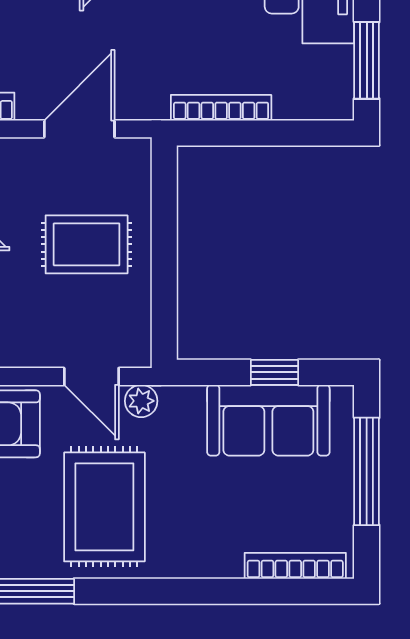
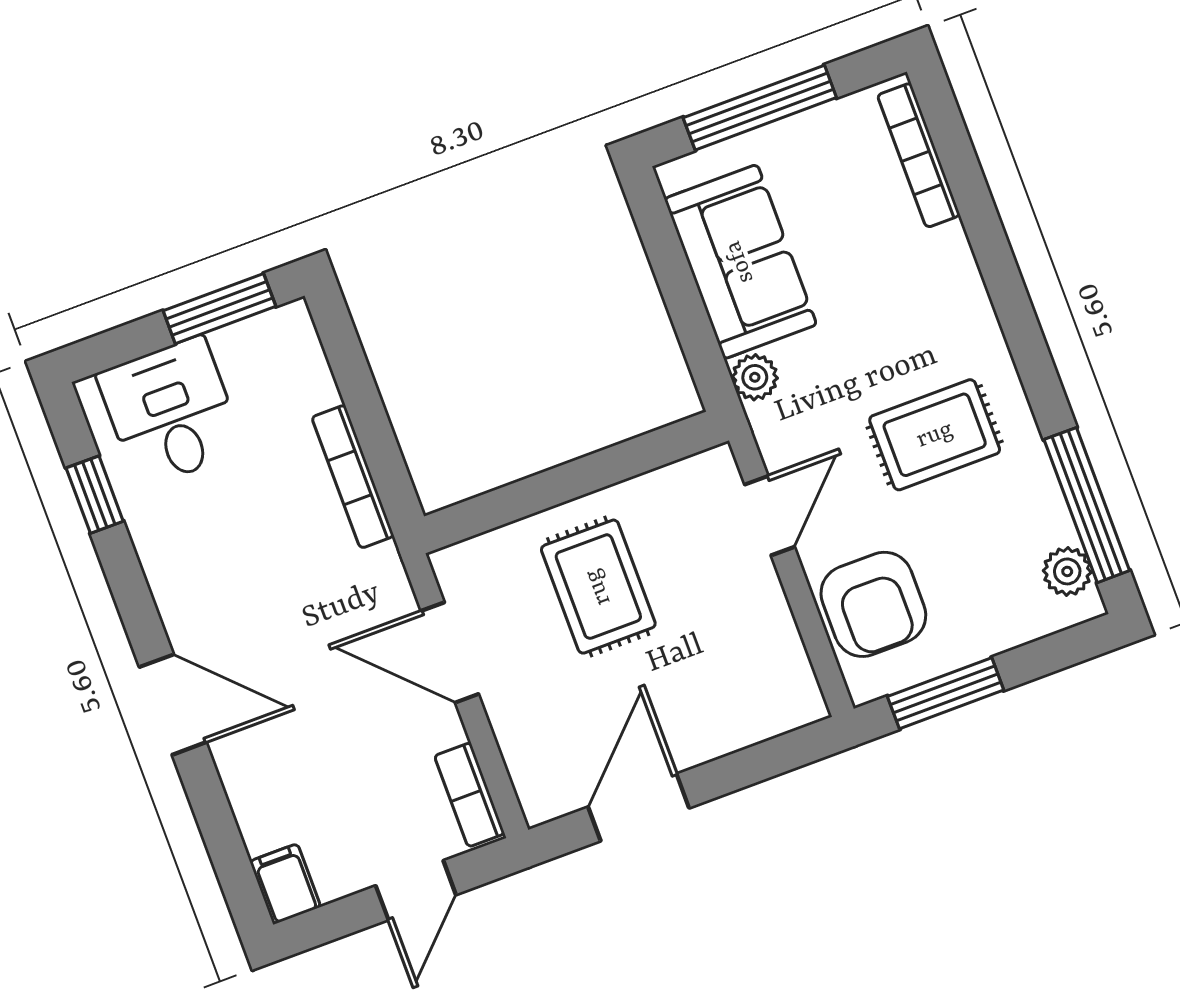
window: (274, 372) -> (675, 277), removed
plant: (141, 401) -> (755, 377), moved
rug: (104, 507) -> (935, 435), width x0.73, depth x0.70

